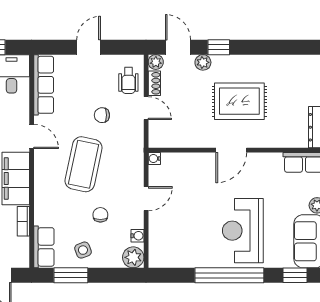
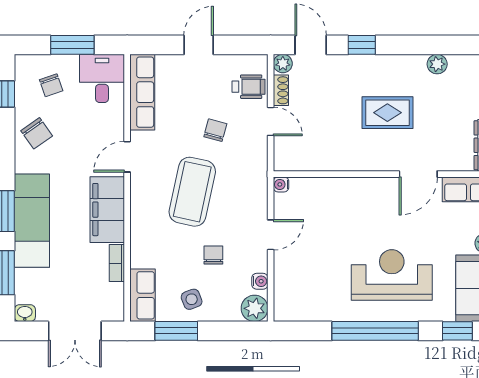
plant: (203, 62) -> (437, 64), moved
wheelchair: (128, 80) -> (249, 87), turned -90
rug: (239, 101) -> (387, 113), width x0.73, depth x0.70
chair: (102, 115) -> (215, 130), turned 105
door: (32, 136) -> (127, 157), swing flipped
door: (231, 150) -> (418, 174), moved
reception desk: (243, 231) -> (392, 275), turned 90

